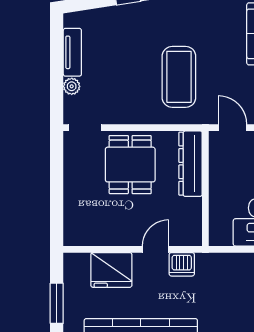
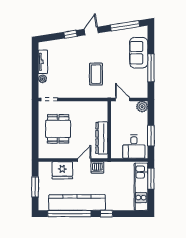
coffee table: (179, 77) -> (96, 74), width x0.73, depth x0.76
dresser: (191, 164) -> (102, 138), moved
dining table: (130, 165) -> (58, 129), moved

